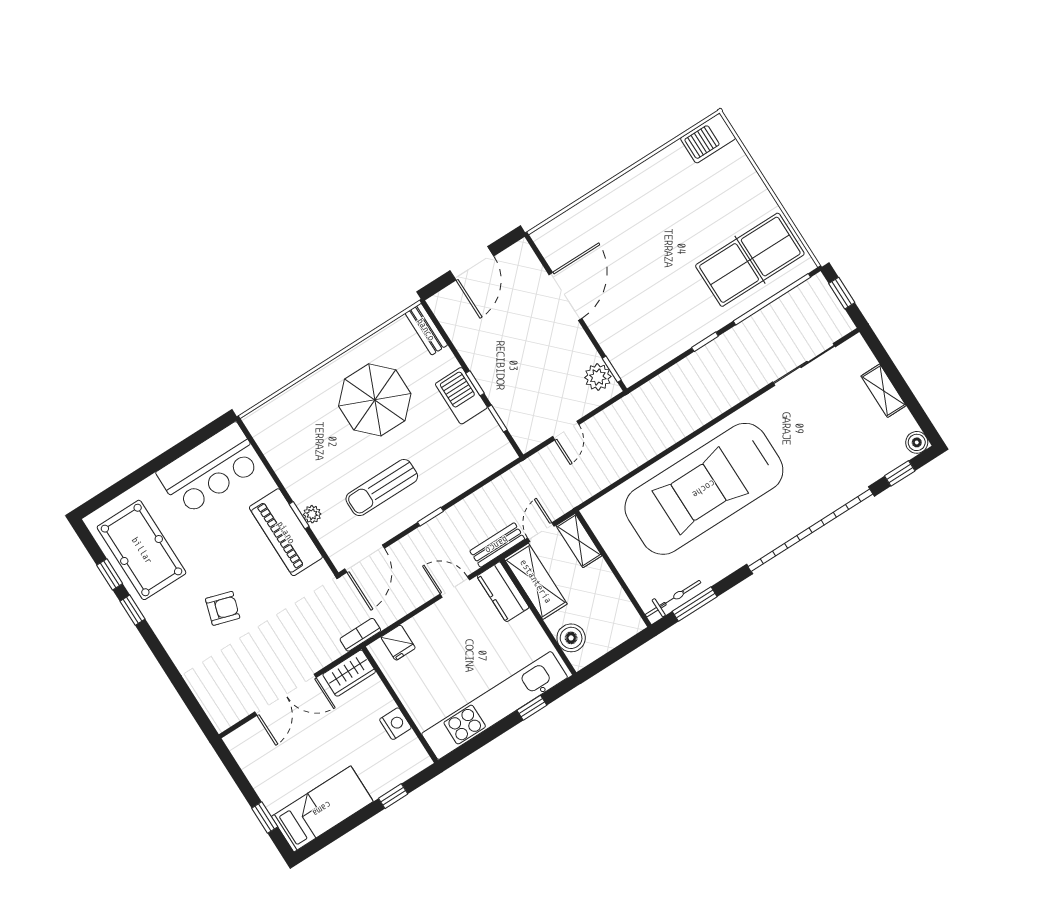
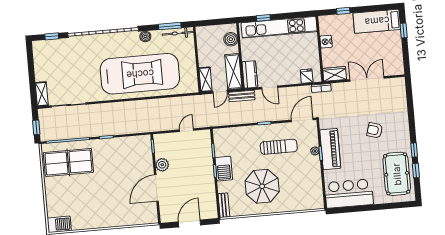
plant: (598, 377) -> (162, 165), moved
shelving: (884, 391) -> (42, 94), moved
boiler: (917, 442) -> (145, 36), moved

